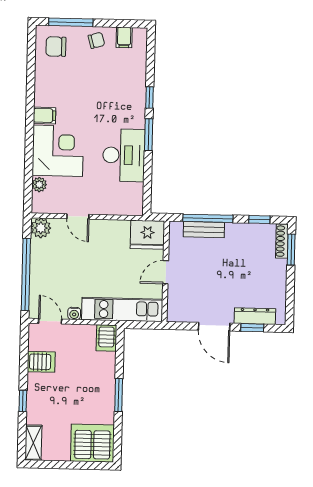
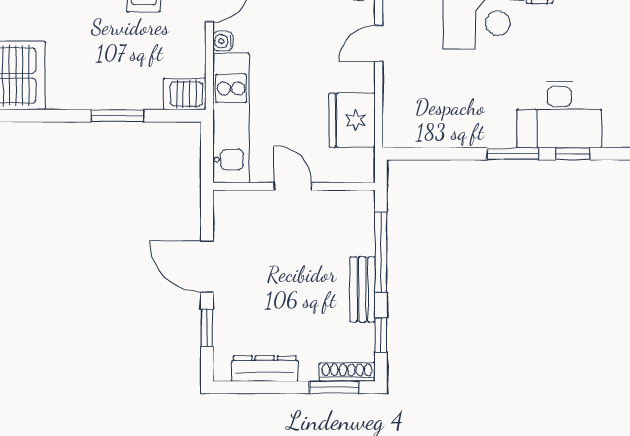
desk: (124, 155) -> (559, 115), moved
bench: (204, 230) -> (363, 289), moved
fridge: (147, 235) -> (352, 120), moved
dresser: (255, 316) -> (265, 369), moved, turned -90
door: (214, 327) -> (207, 267), hinge flipped
window: (119, 395) -> (117, 116), moved

